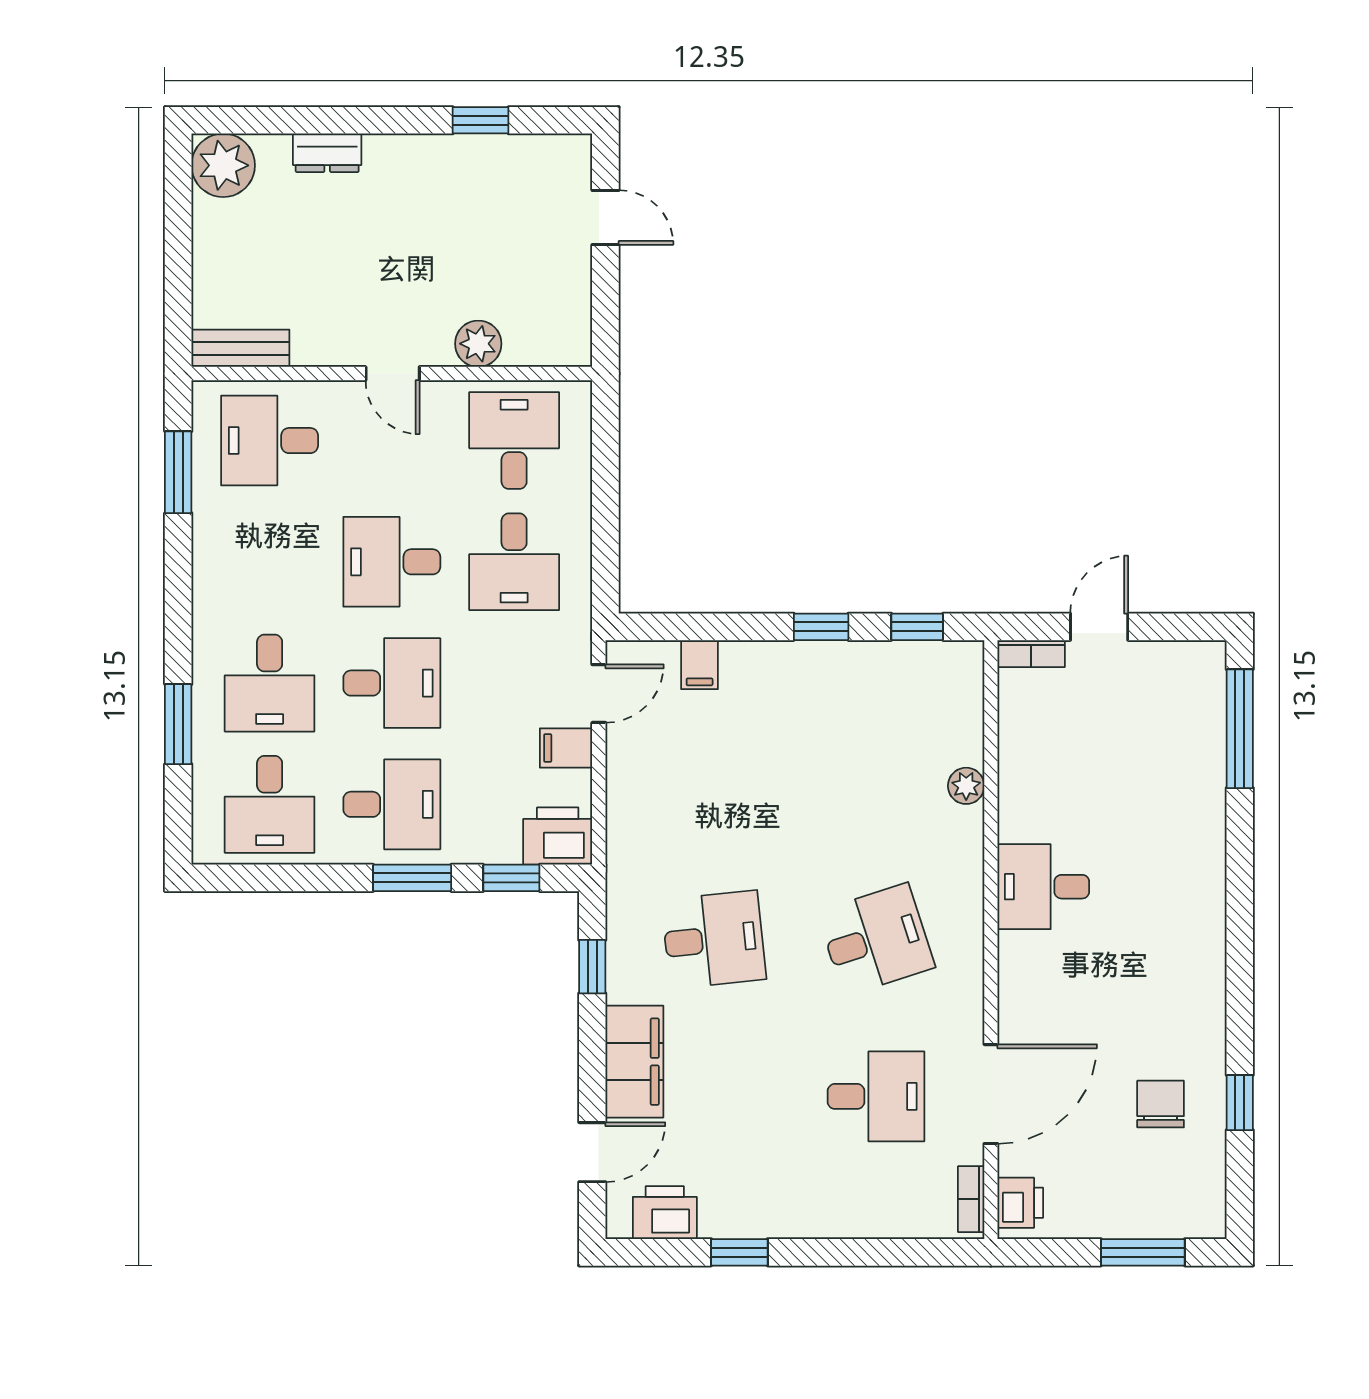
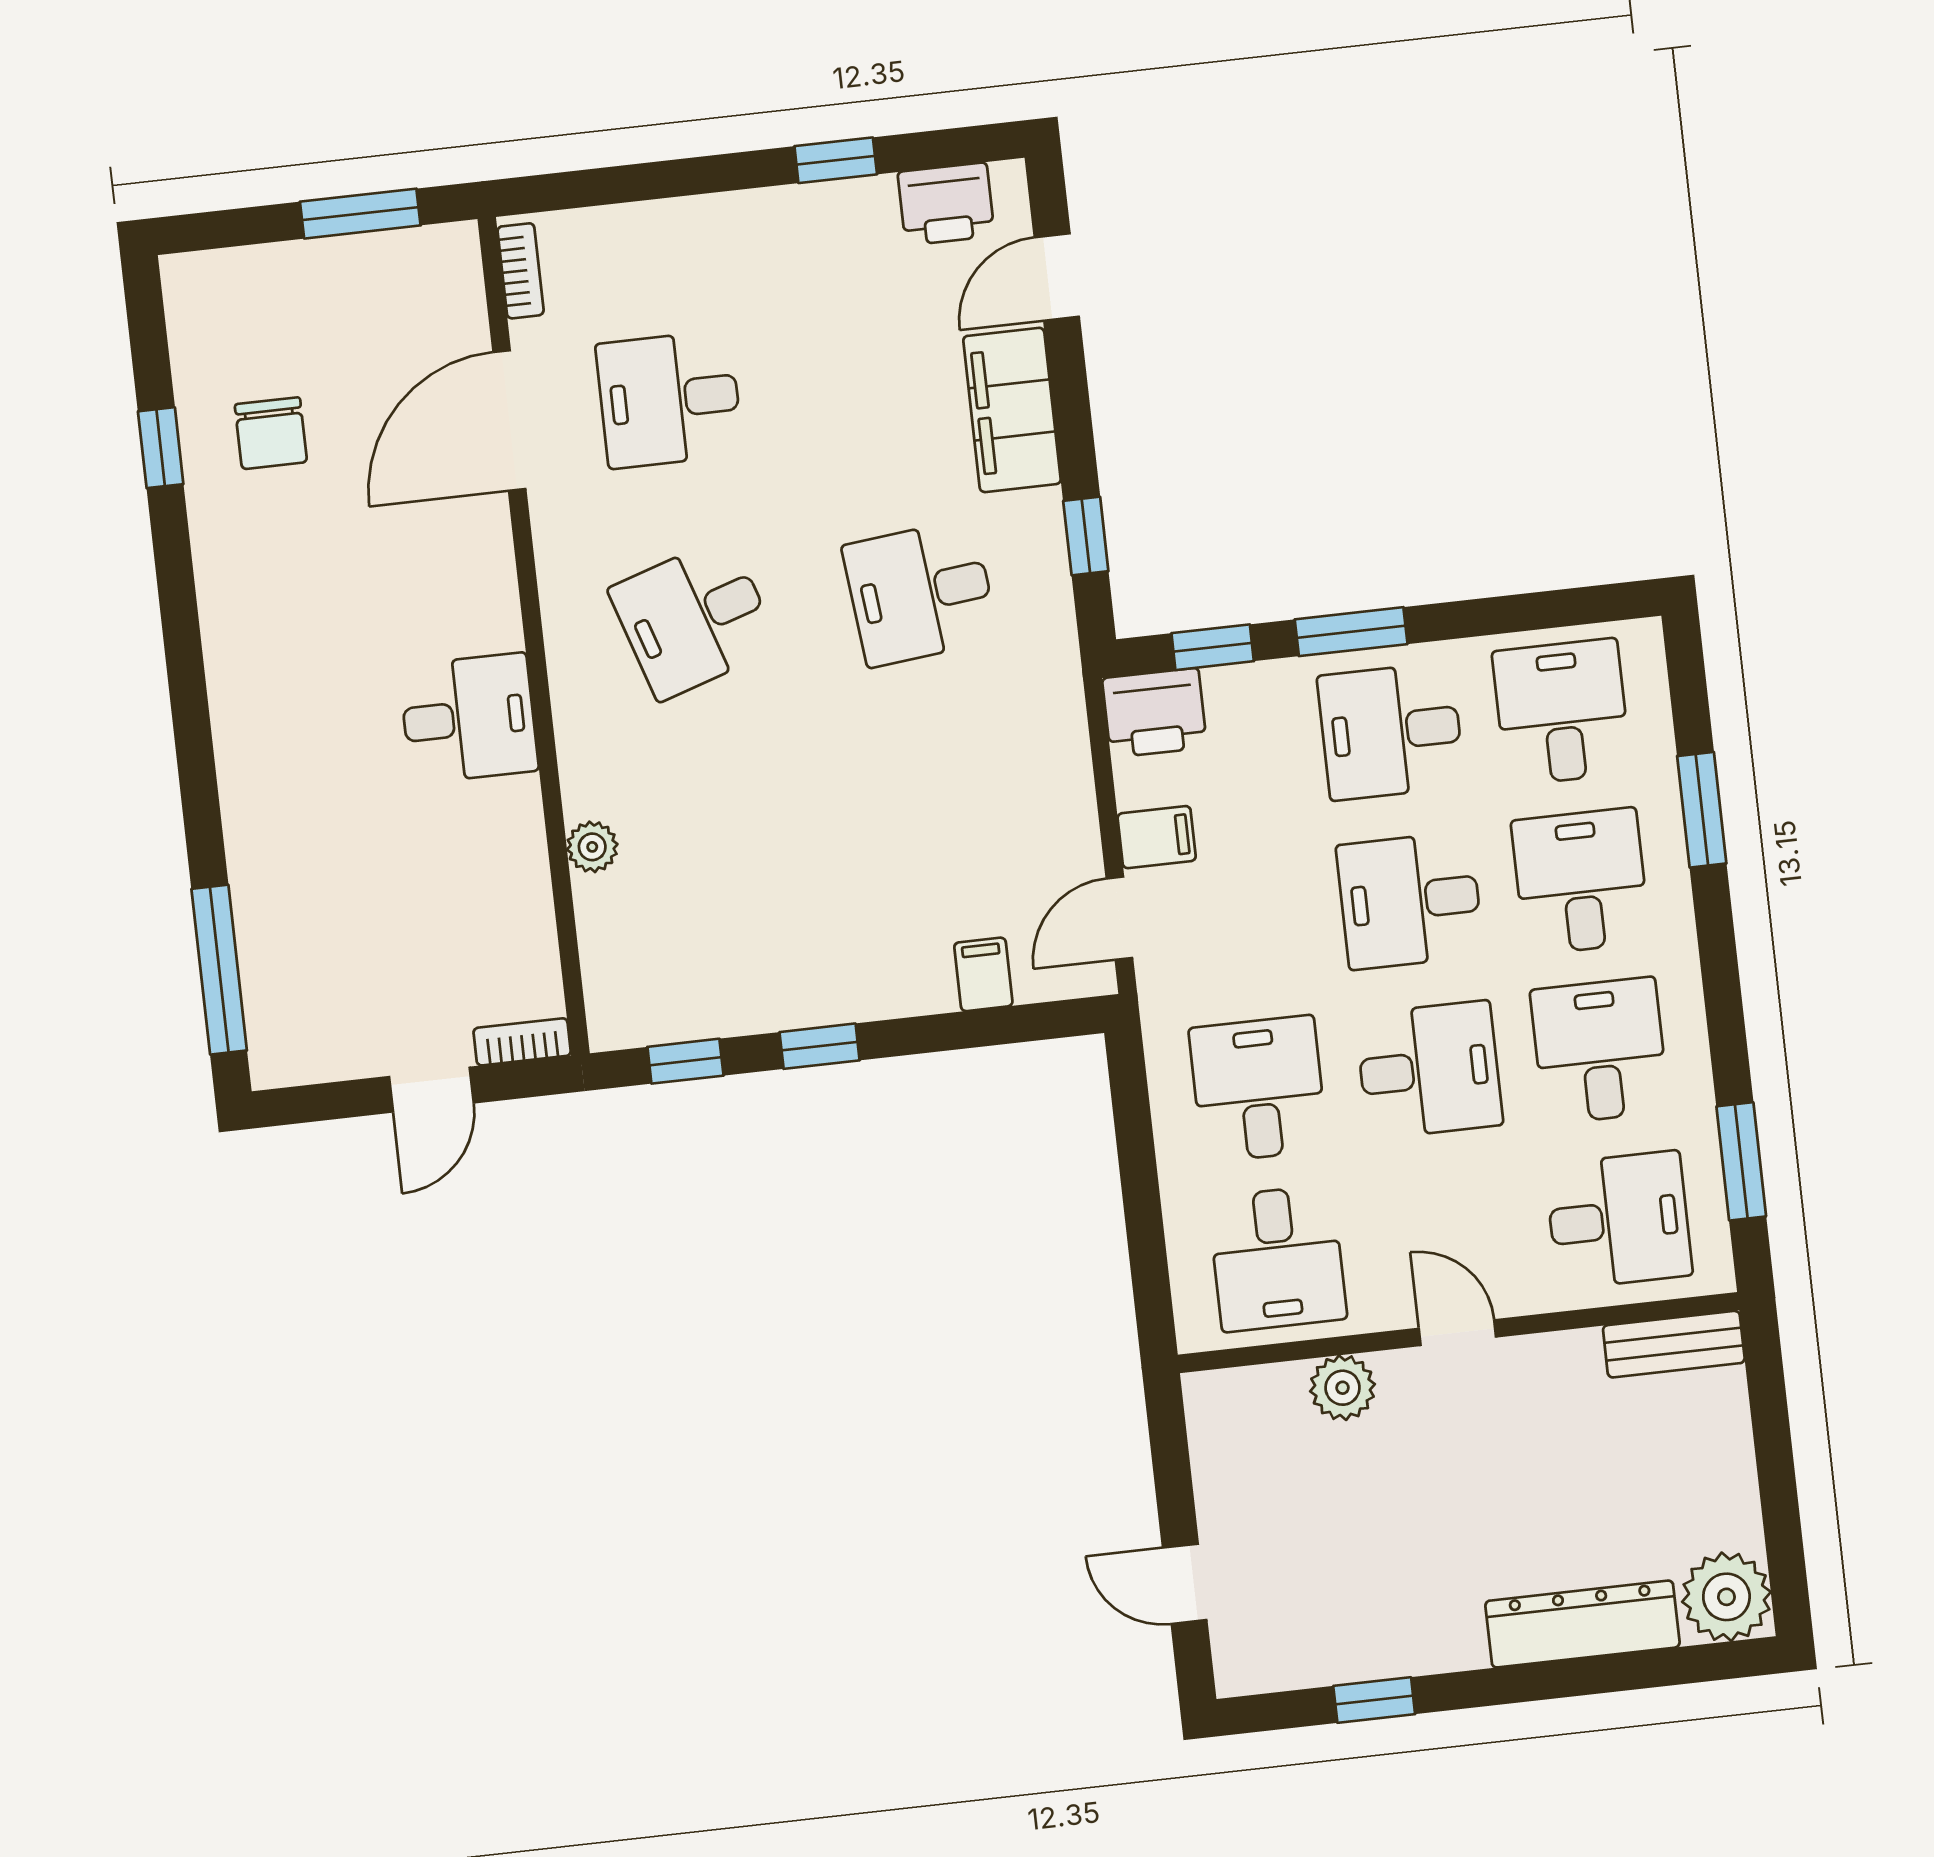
dresser: (327, 153) -> (1582, 1624), width x1.96, depth x1.24
desk: (270, 562) -> (1600, 1051), added
printer: (1020, 1203) -> (451, 273), removed
window: (1143, 1252) -> (360, 214), moved

